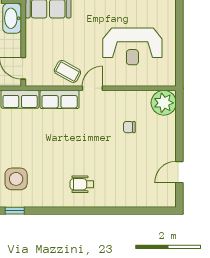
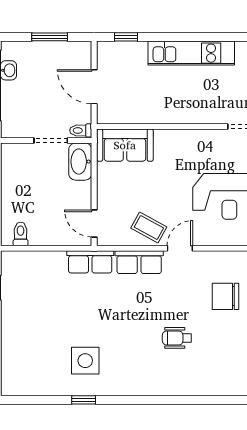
chair: (129, 127) -> (225, 296), width x1.87, depth x1.87
wheelchair: (82, 184) -> (177, 338), moved

